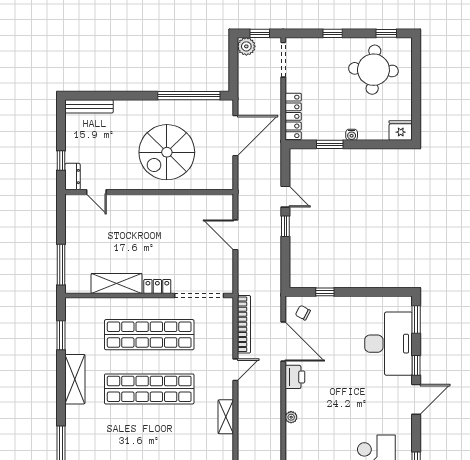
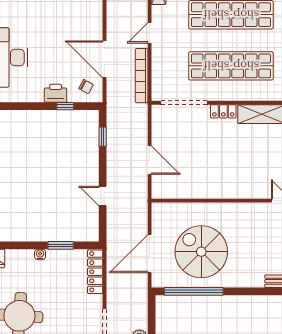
spiral stairs: (167, 152) -> (201, 252), moved, turned -90
window: (285, 226) -> (103, 137), moved
printer: (295, 377) -> (56, 93), moved, turned 90

